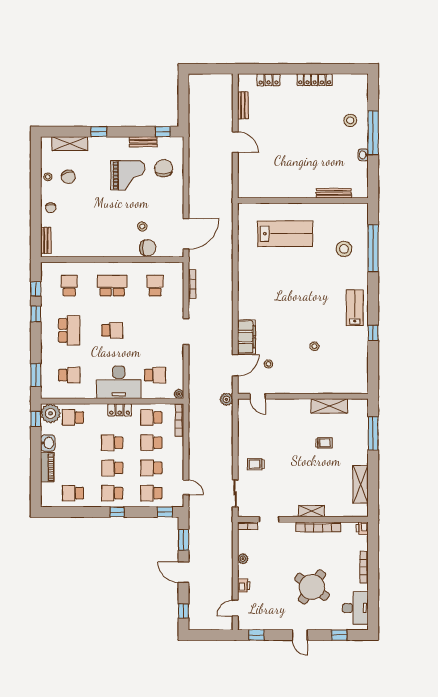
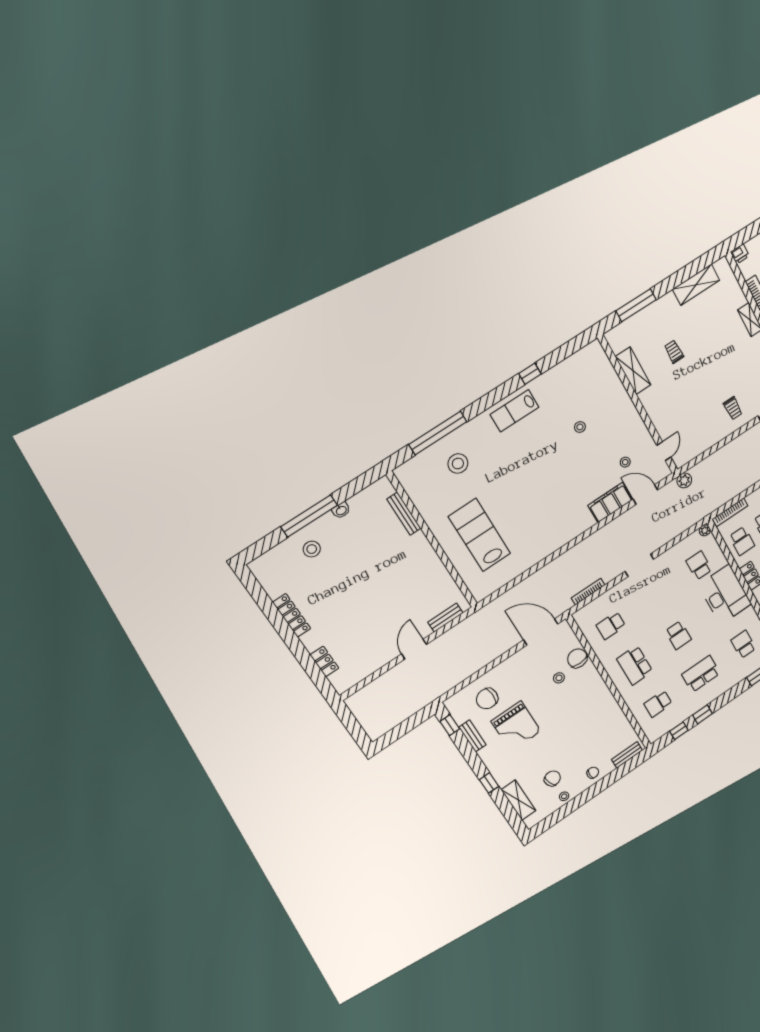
bench: (243, 105) -> (445, 618), moved
grand piano: (128, 175) -> (516, 726), turned 180
school desk: (112, 330) -> (678, 635), turned 180

